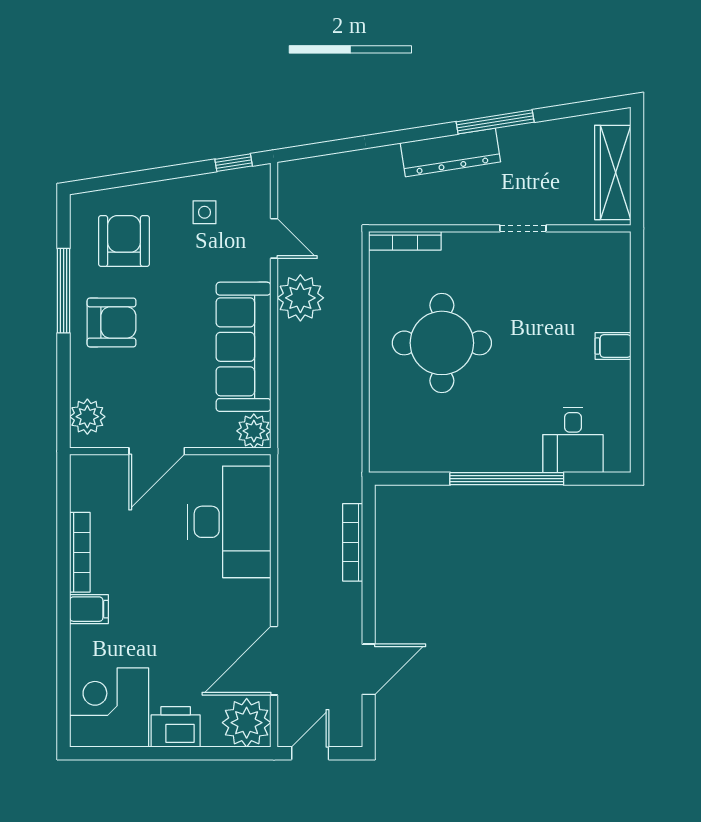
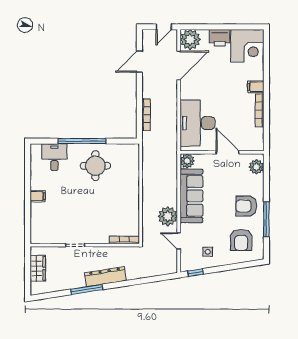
wardrobe: (613, 172) -> (38, 268), width x0.67
round table: (442, 343) -> (95, 166), moved, width x0.73, depth x0.73
door: (157, 451) -> (228, 152), hinge flipped

